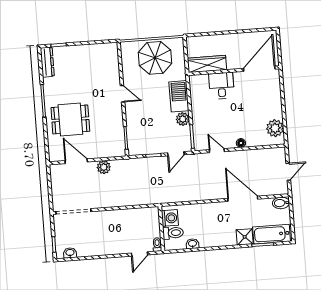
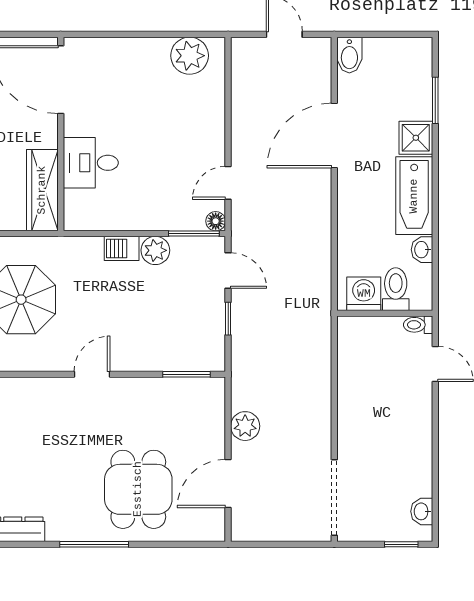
barbecue: (179, 96) -> (122, 248), width x0.53, depth x0.65
floor lamp: (241, 143) -> (216, 221), moved
bathtub: (272, 234) -> (414, 196), moved

